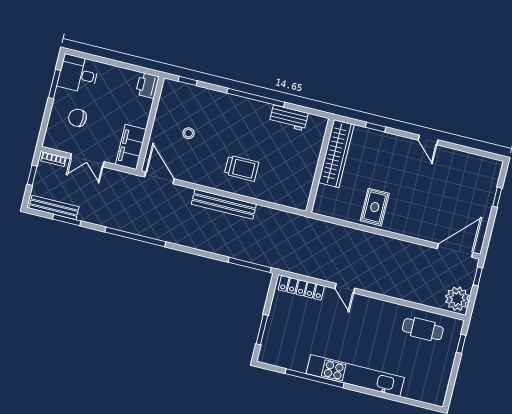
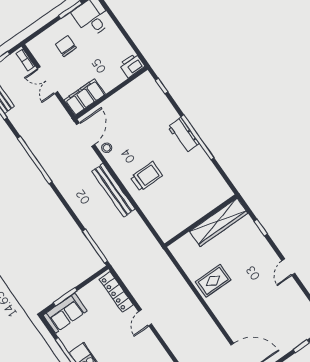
workbench: (289, 118) -> (183, 135), moved
stool: (189, 133) -> (107, 148), moved
trolley: (242, 168) -> (147, 176), turned -90
sofa: (274, 343) -> (65, 313), added

